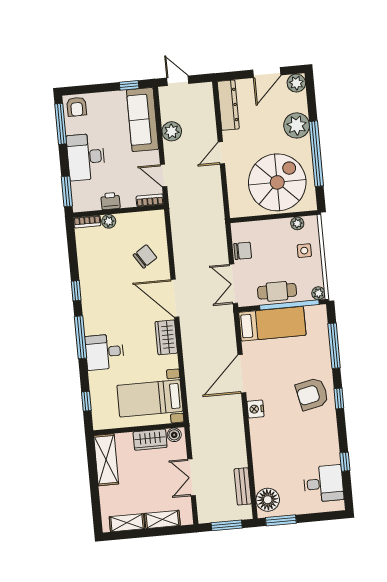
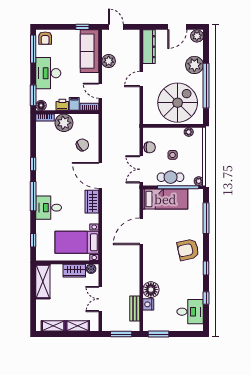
filing cabinet: (128, 198) -> (74, 104), added
floor lamp: (80, 205) -> (41, 105), added
plant: (109, 221) -> (64, 123), width x1.88, depth x1.88
side table: (304, 251) -> (173, 155), moved
window: (339, 399) -> (206, 268), moved
nightstand: (255, 409) -> (148, 304), moved
floor lamp: (268, 500) -> (151, 290), moved

